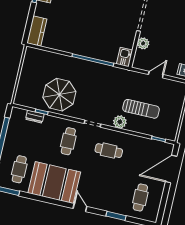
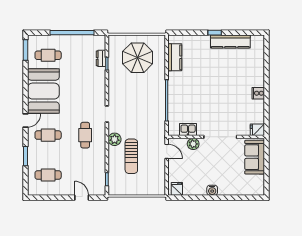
kitchen counter: (37, 31) -> (175, 57), moved, turned -90
kitchen sink: (125, 57) -> (188, 130), moved
door: (156, 75) -> (167, 151), moved
parasol: (59, 95) -> (138, 58), moved
cafe table: (68, 141) -> (48, 135), moved
door: (171, 169) -> (82, 198), width x0.53

